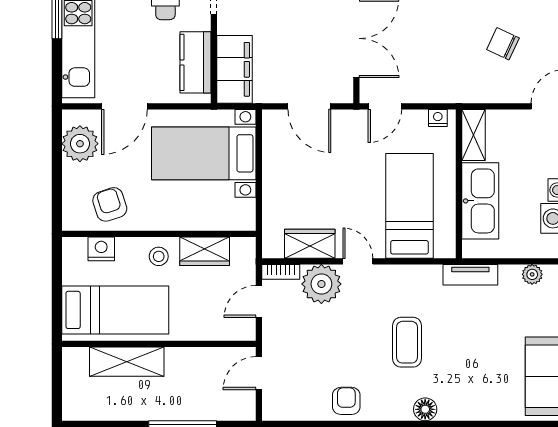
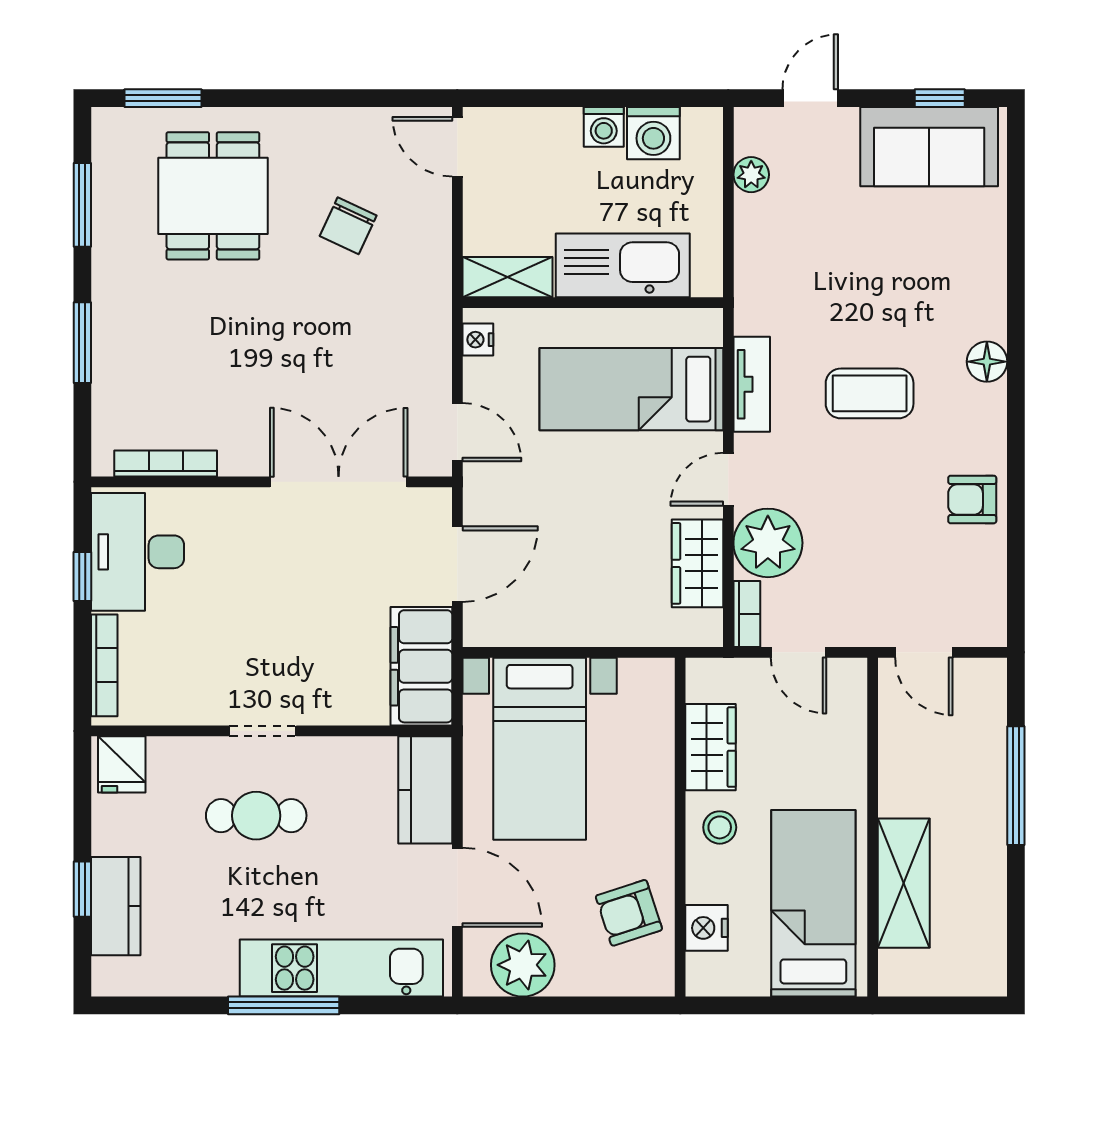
kitchen counter: (196, 62) -> (425, 790), moved, turned 90
filing cabinet: (234, 69) -> (421, 666), moved, turned -90
tv unit: (470, 275) -> (752, 384), moved

